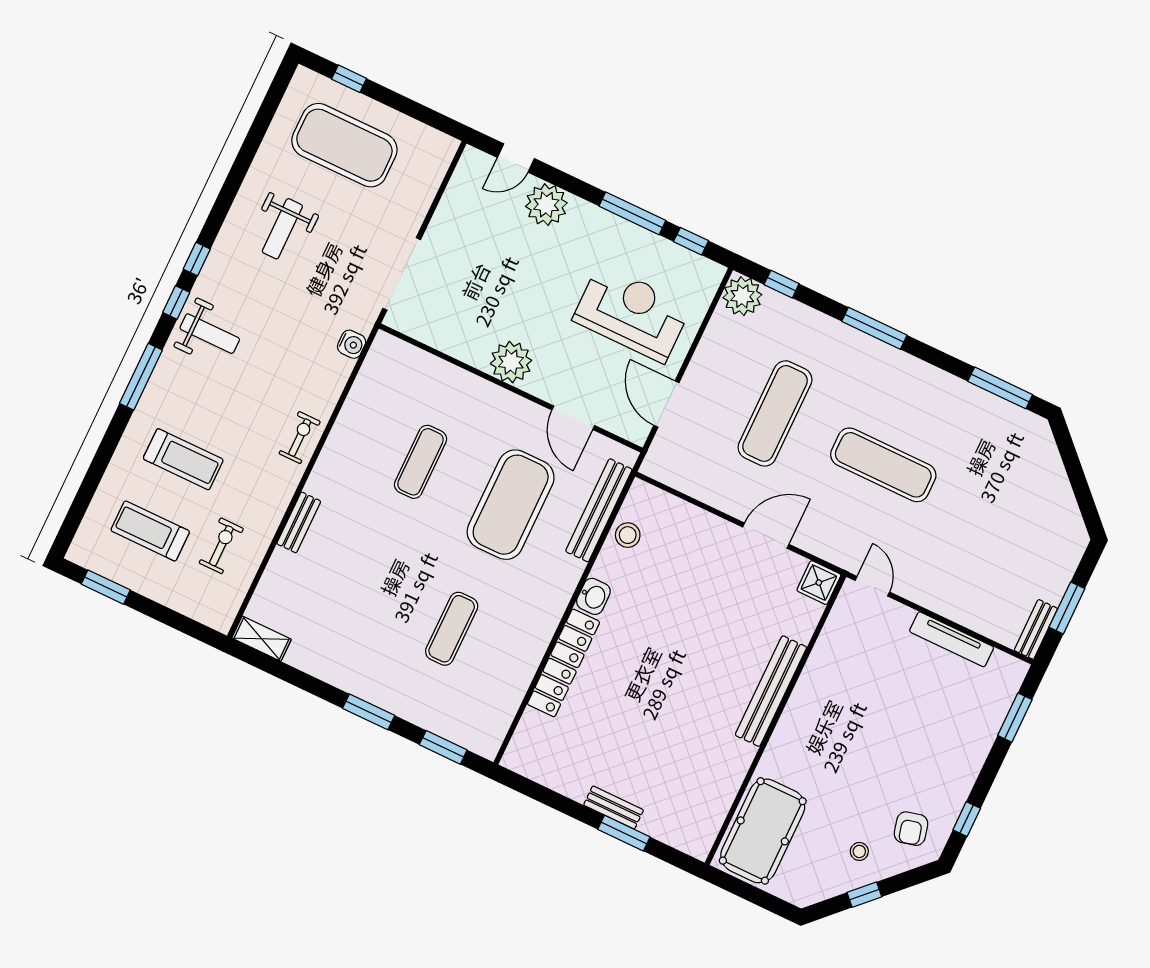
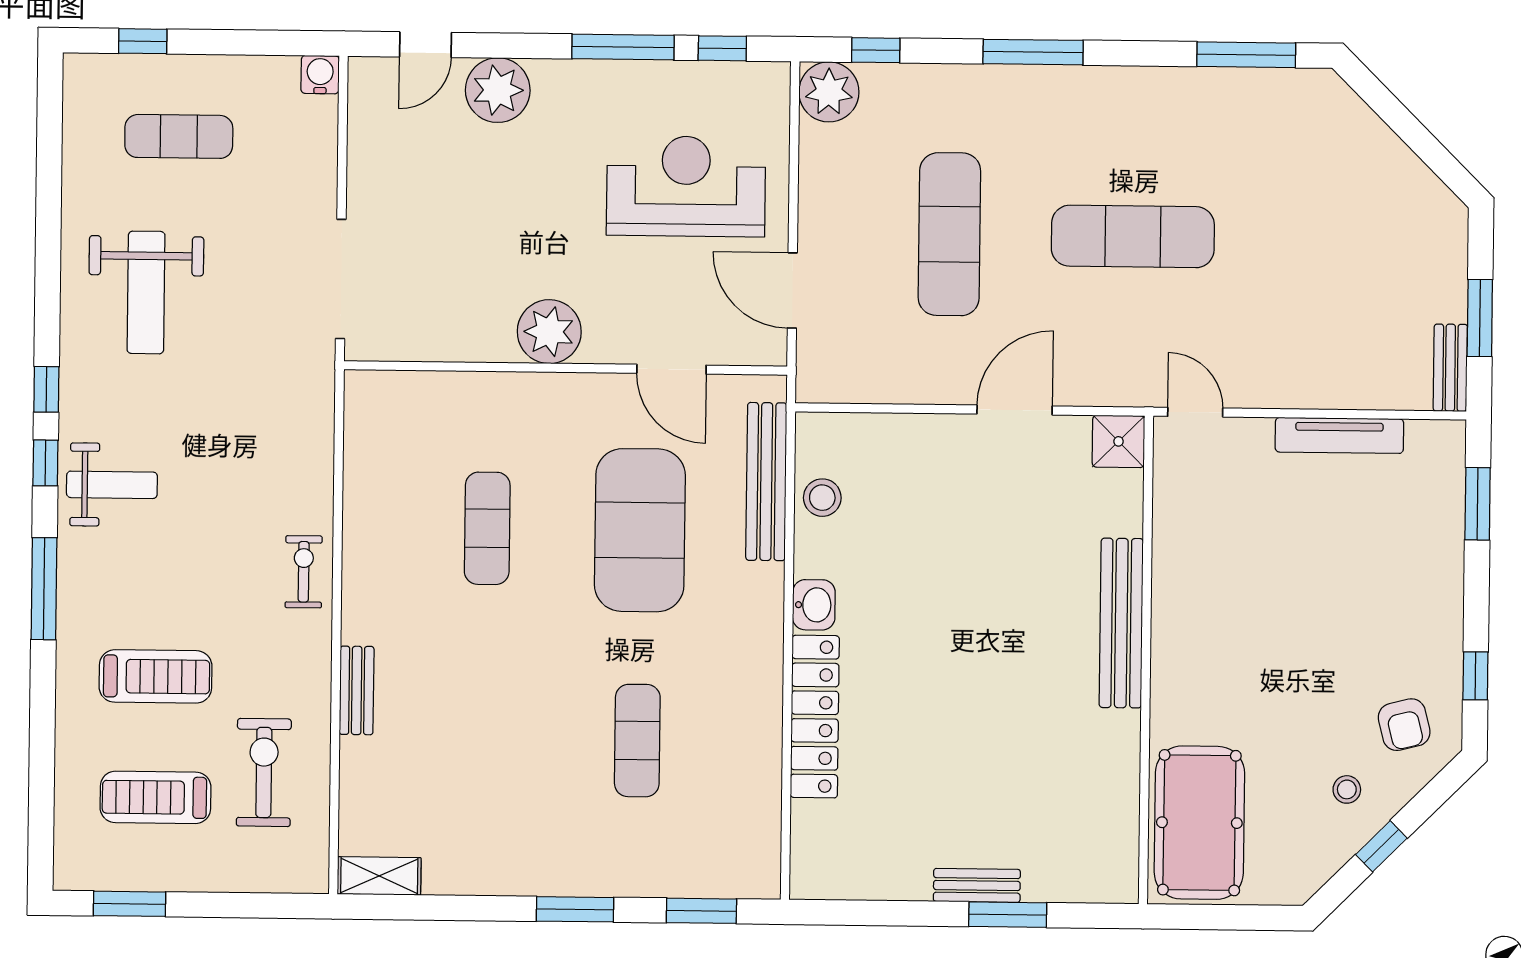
exercise mat: (344, 145) -> (179, 136), width x0.50, depth x0.69
weight bench: (282, 229) -> (146, 292), width x1.36, depth x1.33
water cooler: (352, 344) -> (320, 75), moved, turned -90
exercise bike: (221, 546) -> (264, 772), width x1.38, depth x1.39

